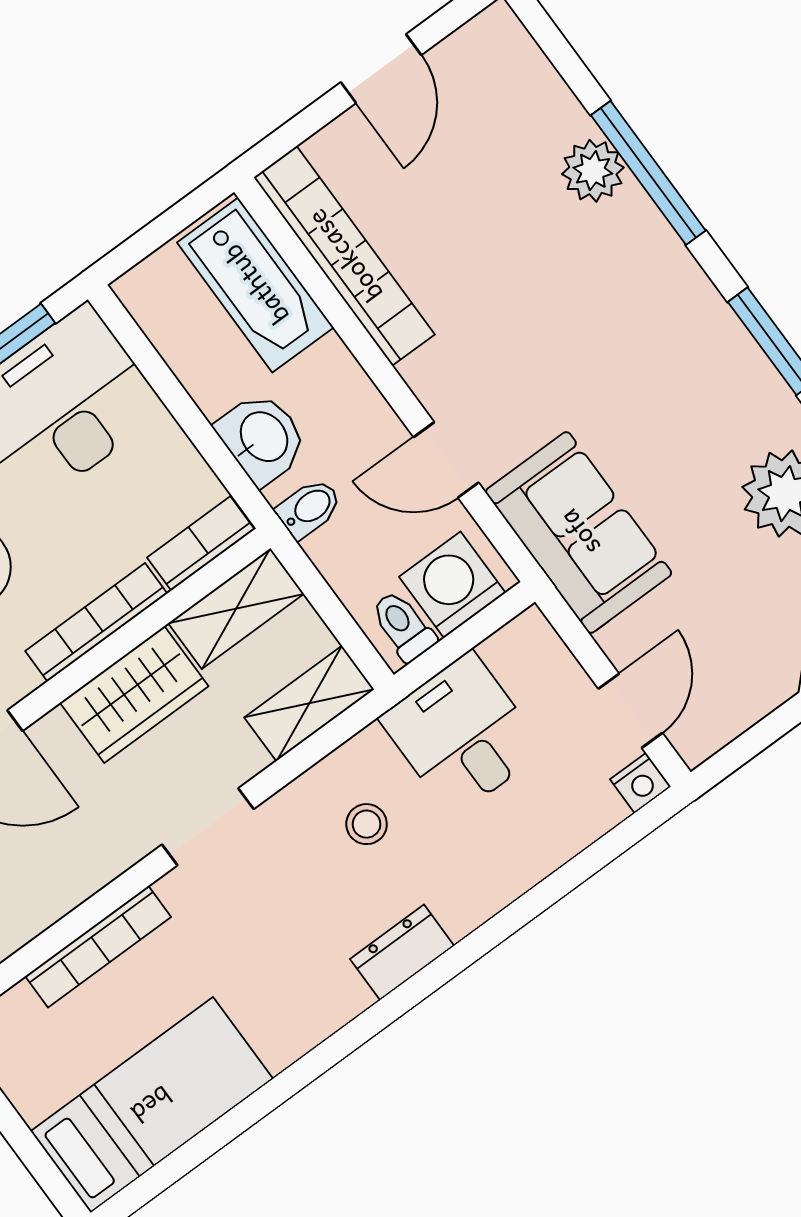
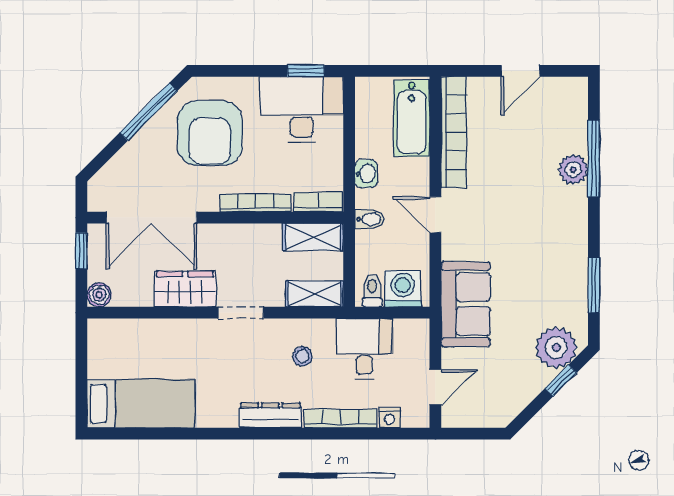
window: (648, 173) -> (594, 158), moved
washbasin: (262, 438) -> (366, 174), width x0.72, depth x0.69
door: (446, 460) -> (435, 215), moved
wardrobe: (134, 695) -> (185, 289), moved, turned 180
nightstand: (640, 783) -> (390, 418), moved
bookcase: (98, 947) -> (340, 419), moved, turned 180
dresser: (402, 952) -> (270, 416), width x1.44

